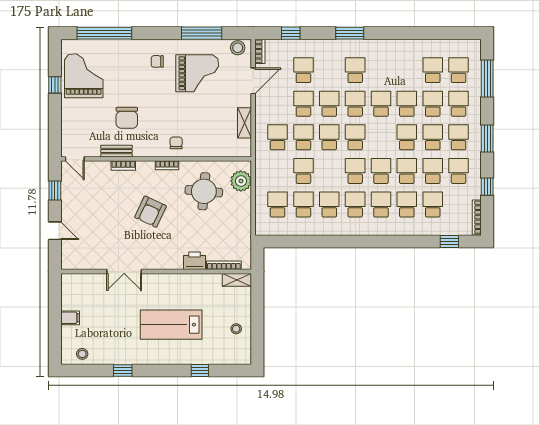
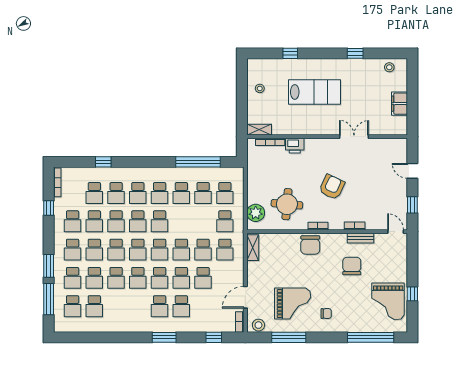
school desk: (303, 70) -> (181, 306), moved
grand piano: (197, 73) -> (293, 304), turned 180
shelving: (245, 123) -> (253, 248), moved
school desk: (381, 137) -> (138, 250), added
window: (487, 138) -> (49, 266), moved
chair: (176, 143) -> (310, 245), width x1.87, depth x1.87
school desk: (303, 171) -> (225, 221), moved
window: (310, 242) -> (198, 162), added
window: (449, 242) -> (103, 162), moved
filing cabinet: (70, 318) -> (400, 104), width x2.00

